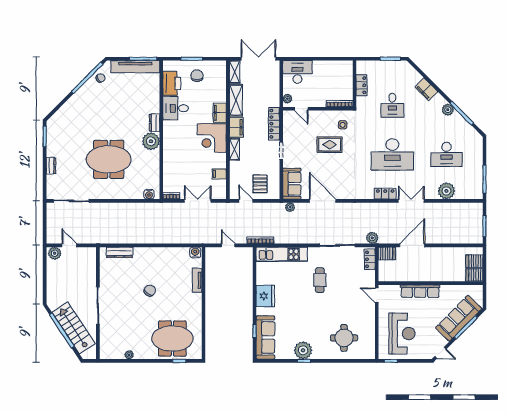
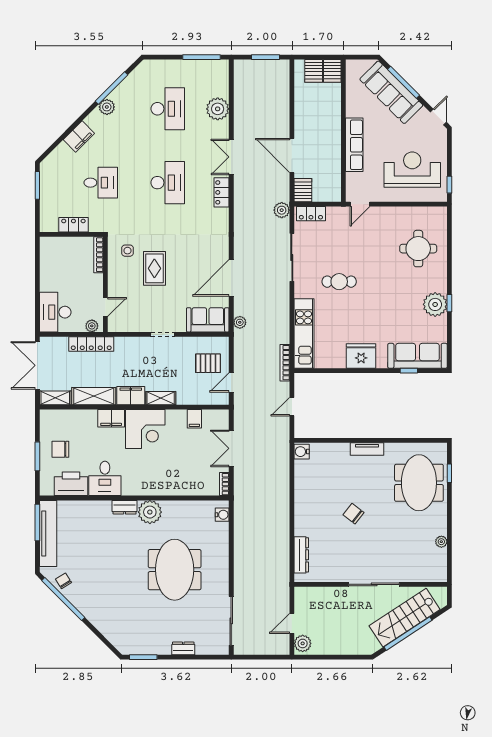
locker: (274, 124) -> (91, 344), moved
desk: (392, 154) -> (168, 183), width x0.73, depth x0.77
tv unit: (197, 280) -> (367, 449), moved

